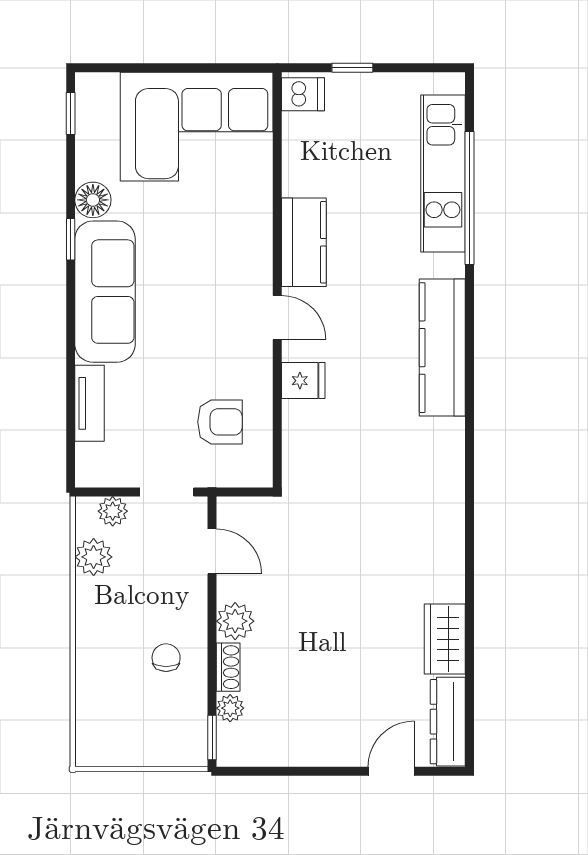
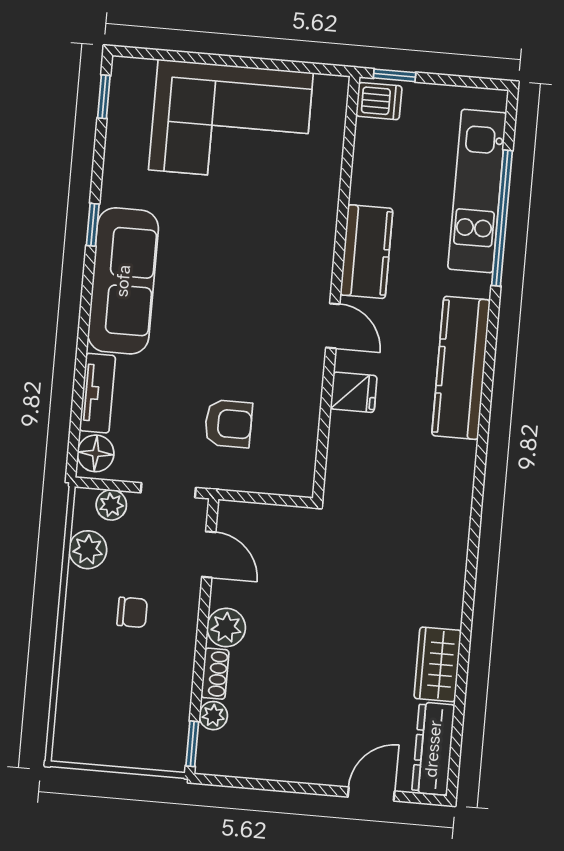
dishwasher: (303, 94) -> (379, 101), moved
floor lamp: (93, 200) -> (96, 453), moved
kitchen counter: (304, 242) -> (366, 252), moved
wall: (277, 280) -> (336, 288), moved
door: (277, 318) -> (333, 326), moved
fridge: (303, 381) -> (354, 392), moved
chair: (166, 658) -> (132, 612), moved, turned 90

